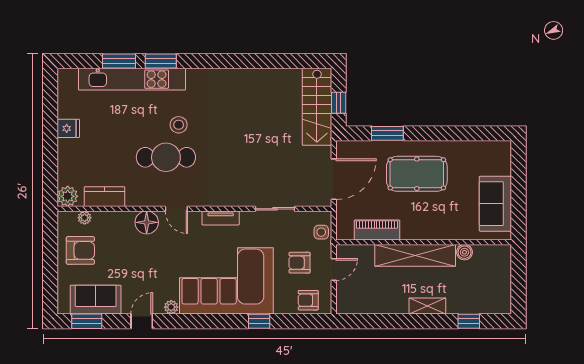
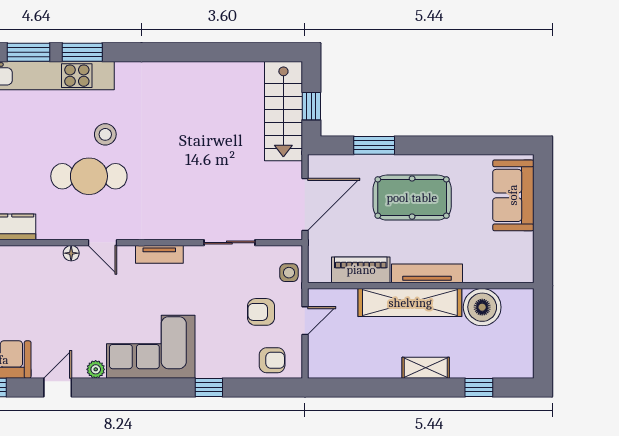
sofa: (495, 204) -> (513, 195), moved
floor lamp: (147, 222) -> (71, 253), width x0.53, depth x0.53
tv unit: (428, 233) -> (427, 273), added
boiler: (464, 252) -> (482, 307), width x1.86, depth x1.86
corner sofa: (226, 281) -> (151, 347), width x0.73, depth x0.74
armchair: (308, 300) -> (272, 360), turned 180

